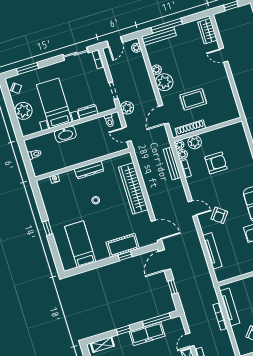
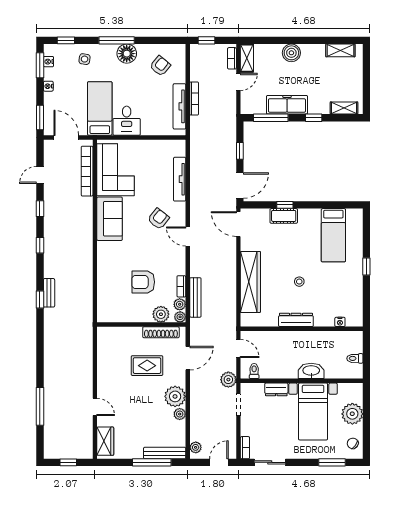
cot: (123, 245) -> (284, 216), width x0.73, depth x0.75

